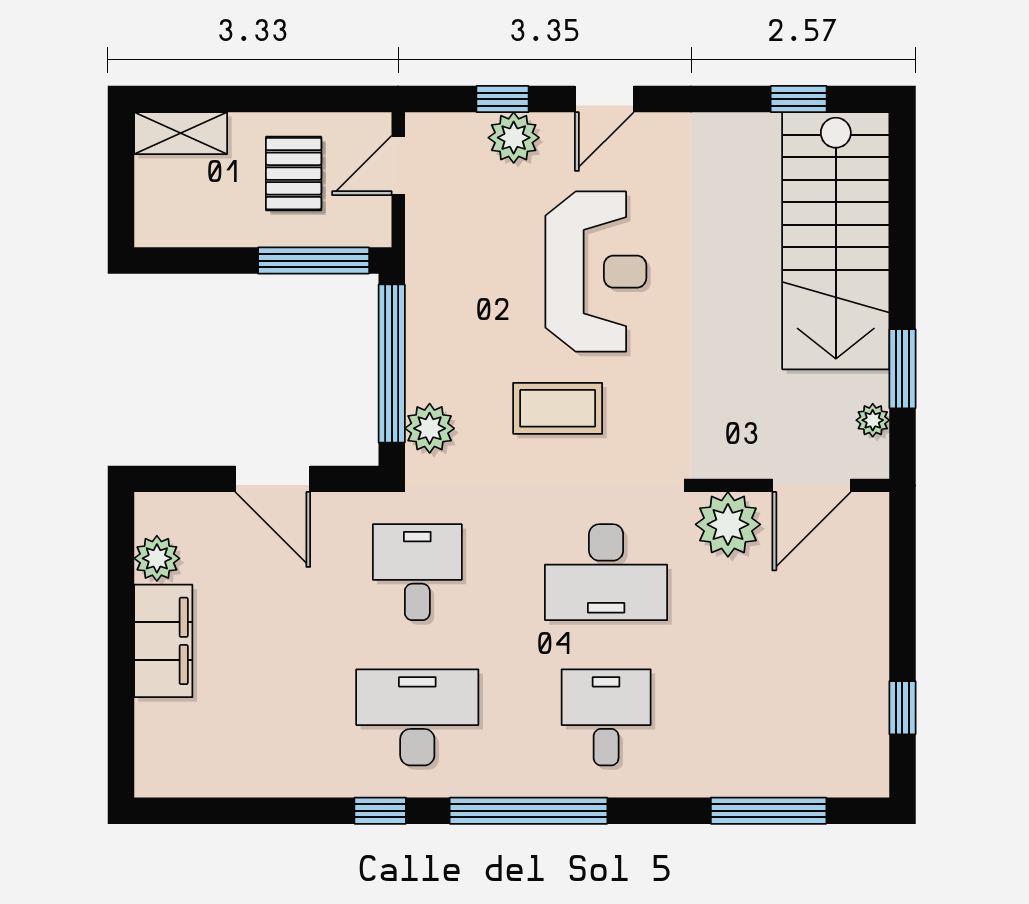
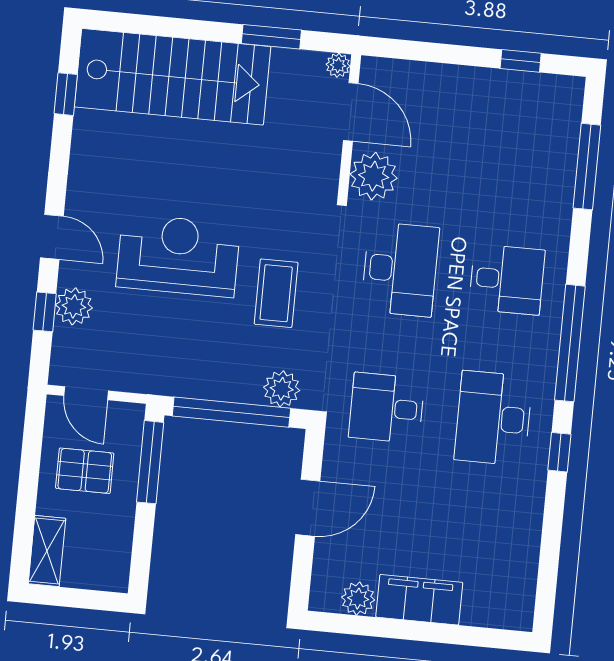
plant: (873, 420) -> (338, 65), moved
desk: (606, 717) -> (507, 279), turned 180

